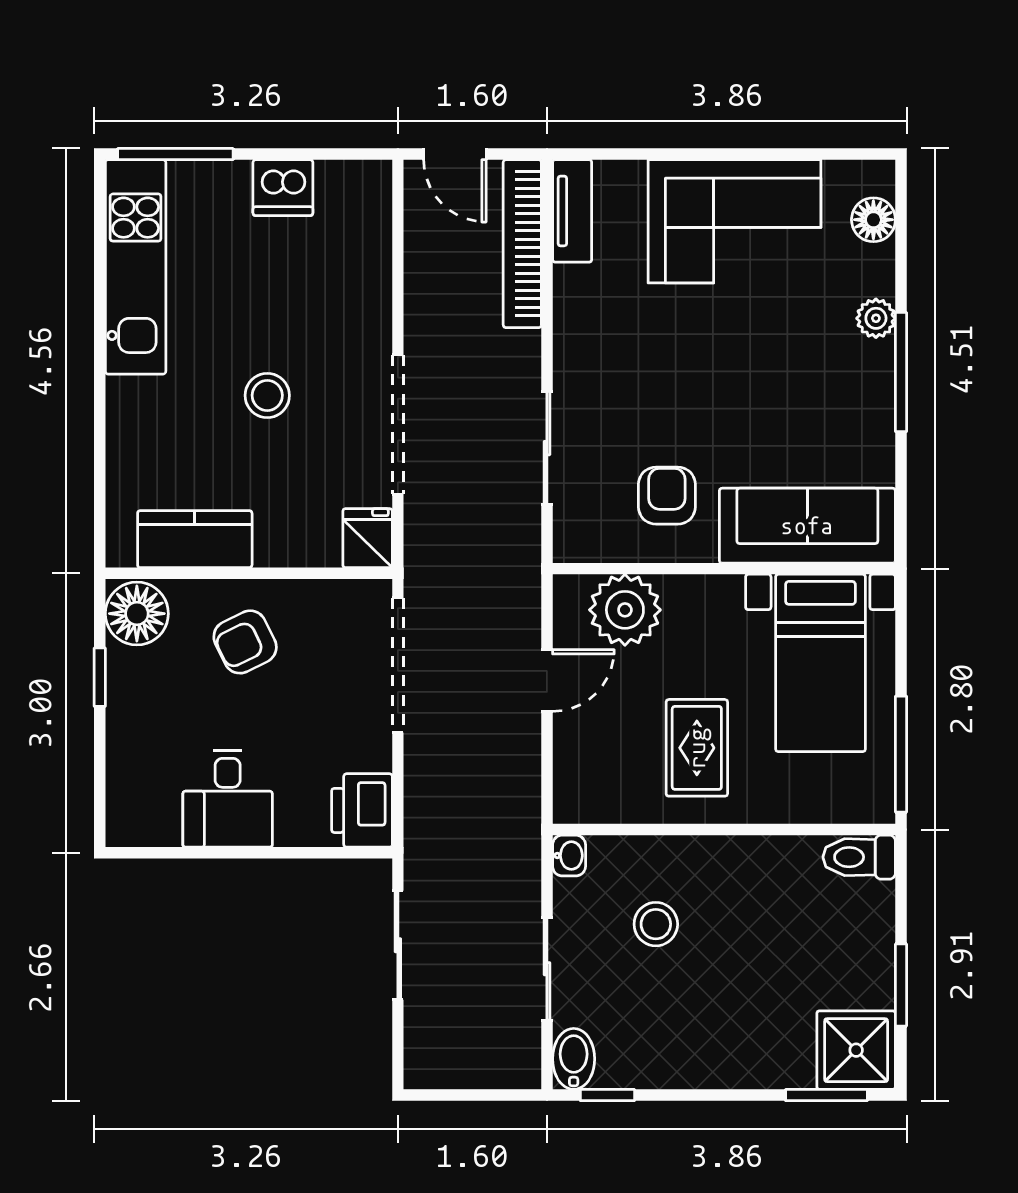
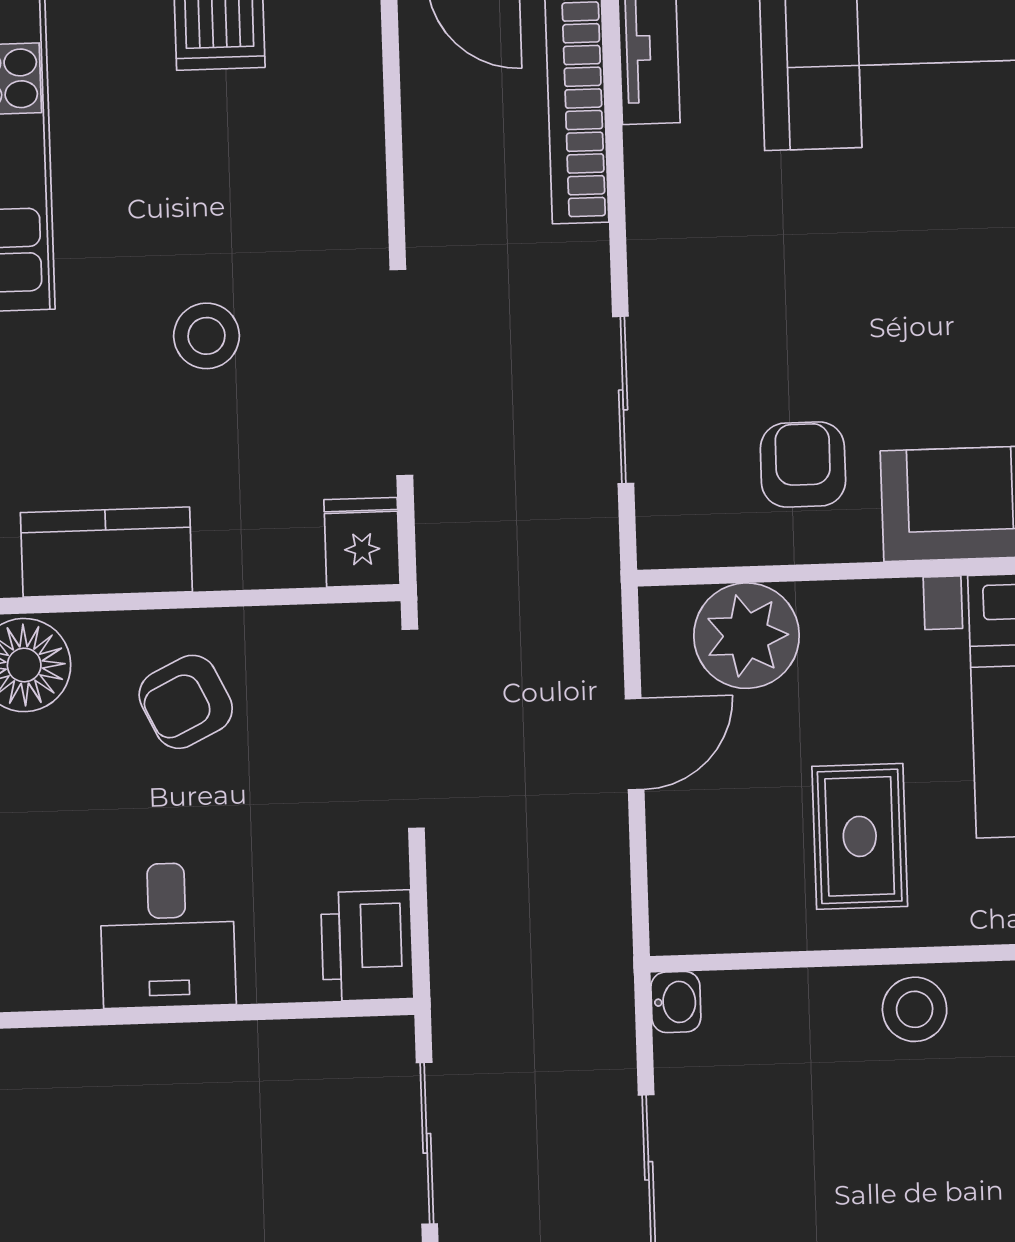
stool: (656, 924) -> (915, 1009), moved

